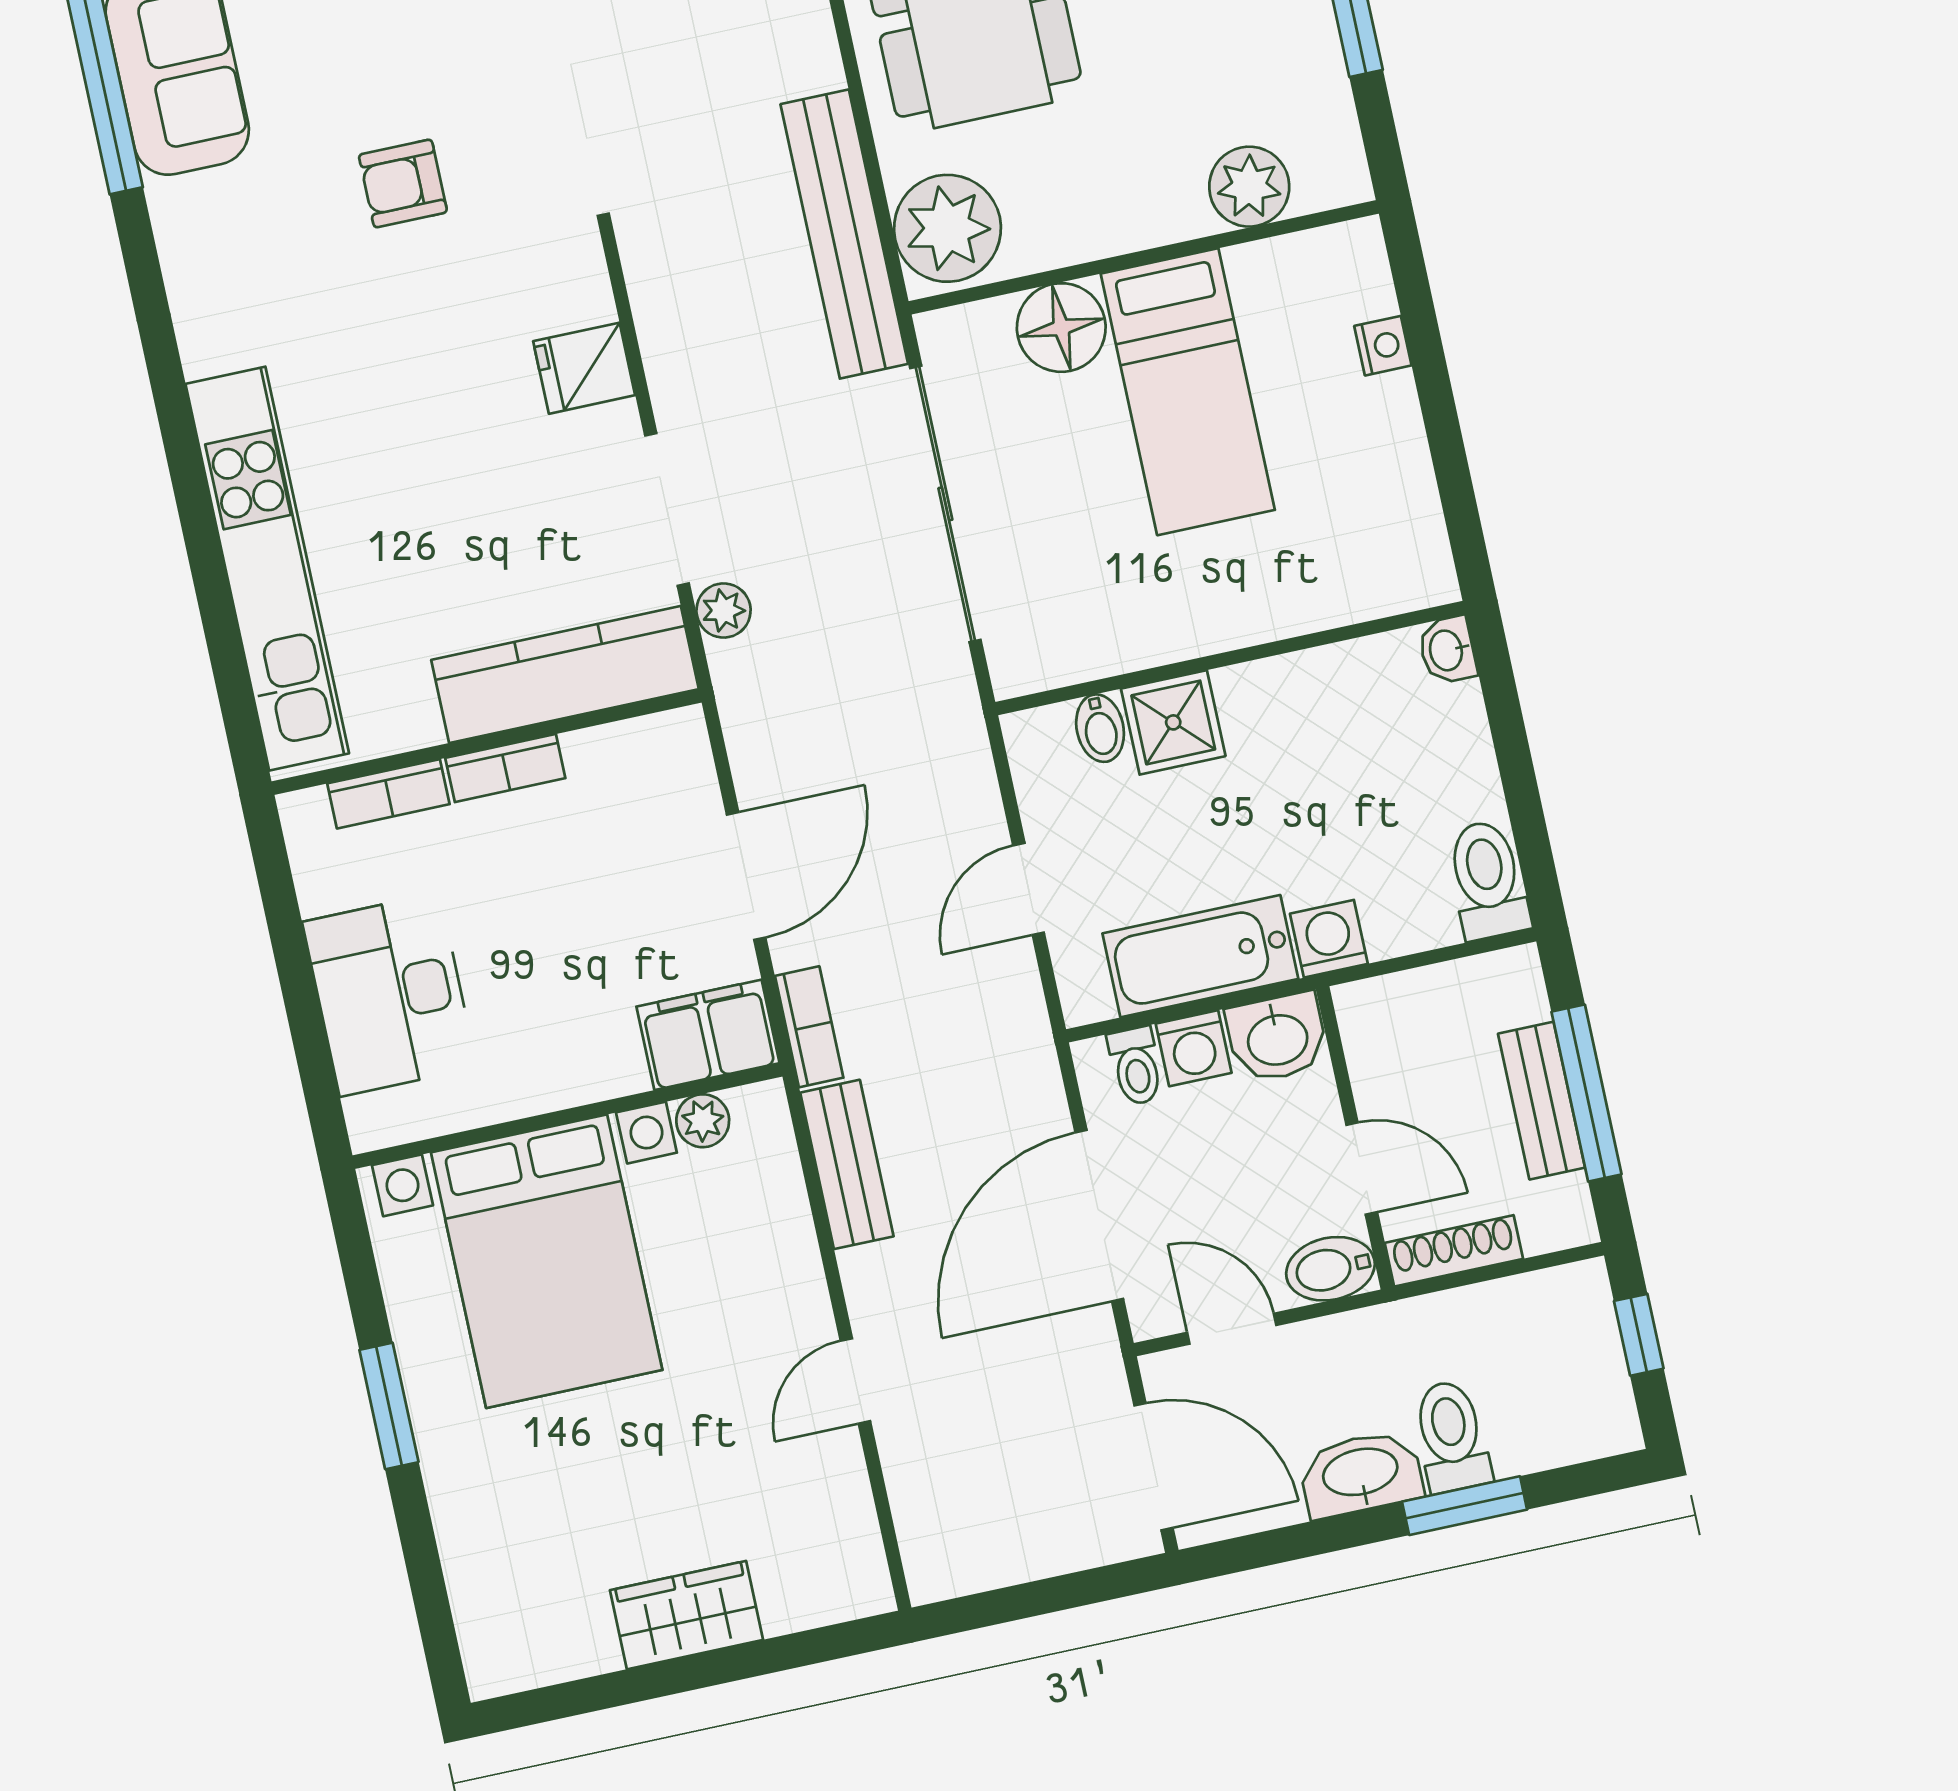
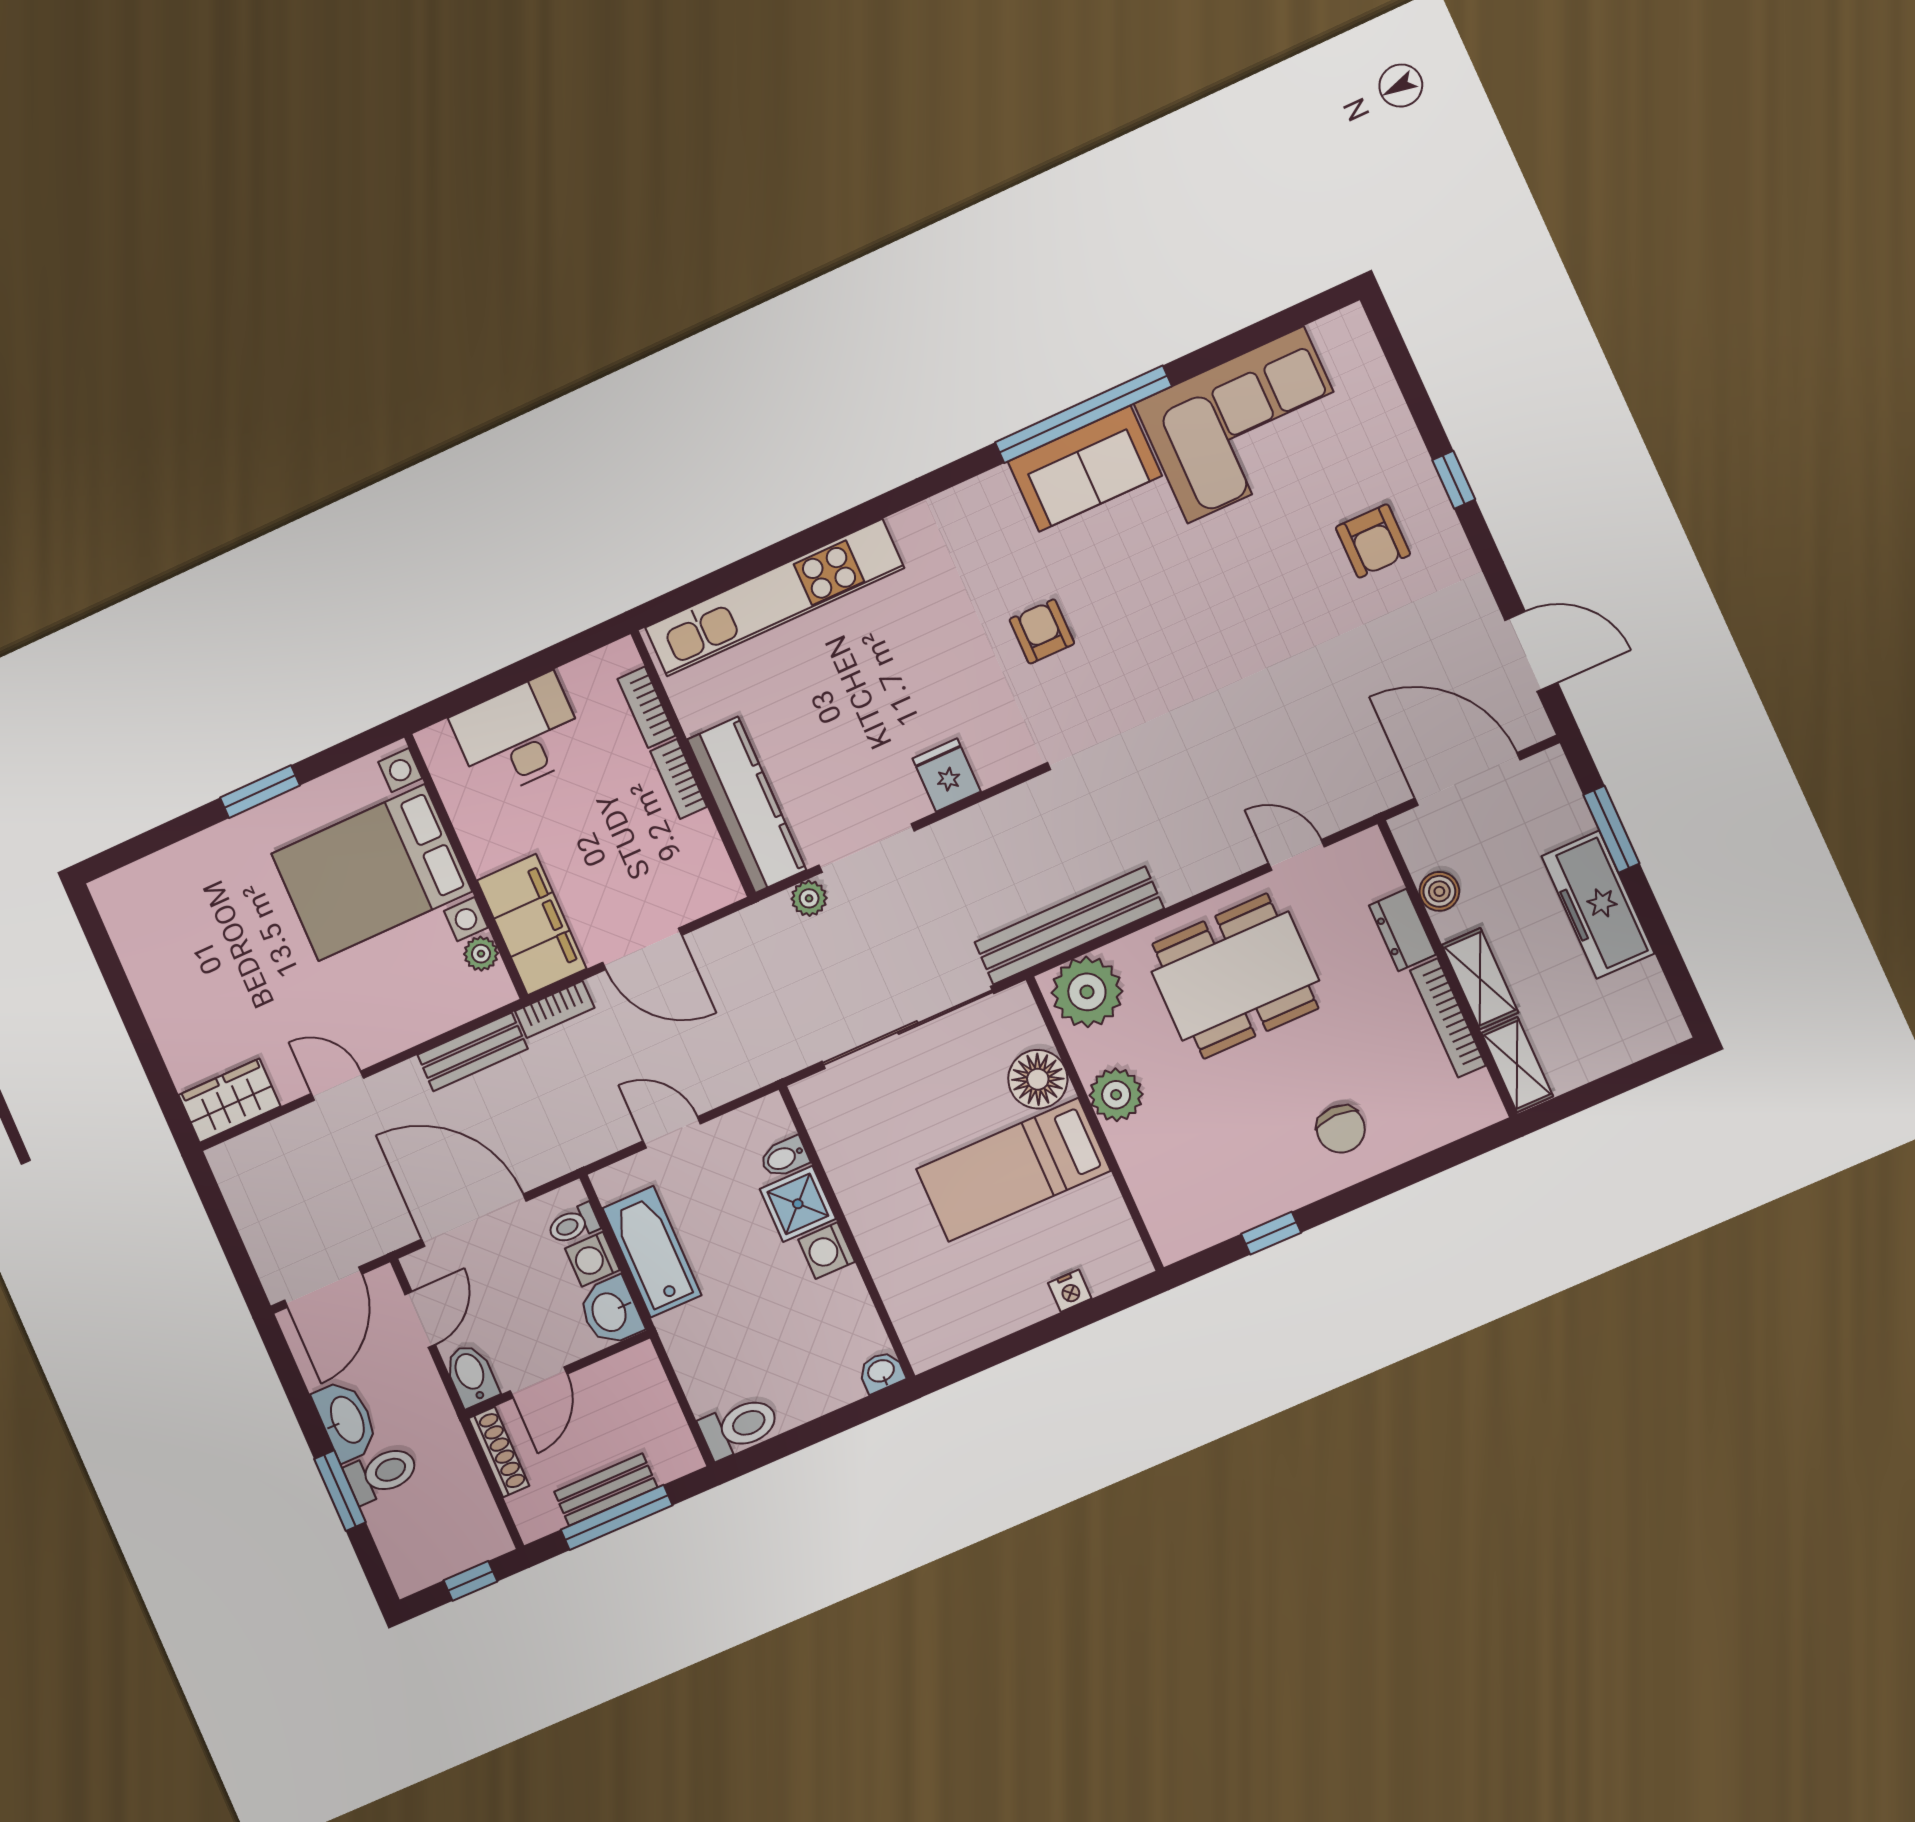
plant: (1249, 187) -> (1116, 1095), moved
washing machine: (1329, 939) -> (827, 1251), moved, turned 180
filing cabinet: (708, 1035) -> (532, 924), width x1.50, depth x1.17
wardrobe: (686, 1615) -> (229, 1101), moved, turned -90

